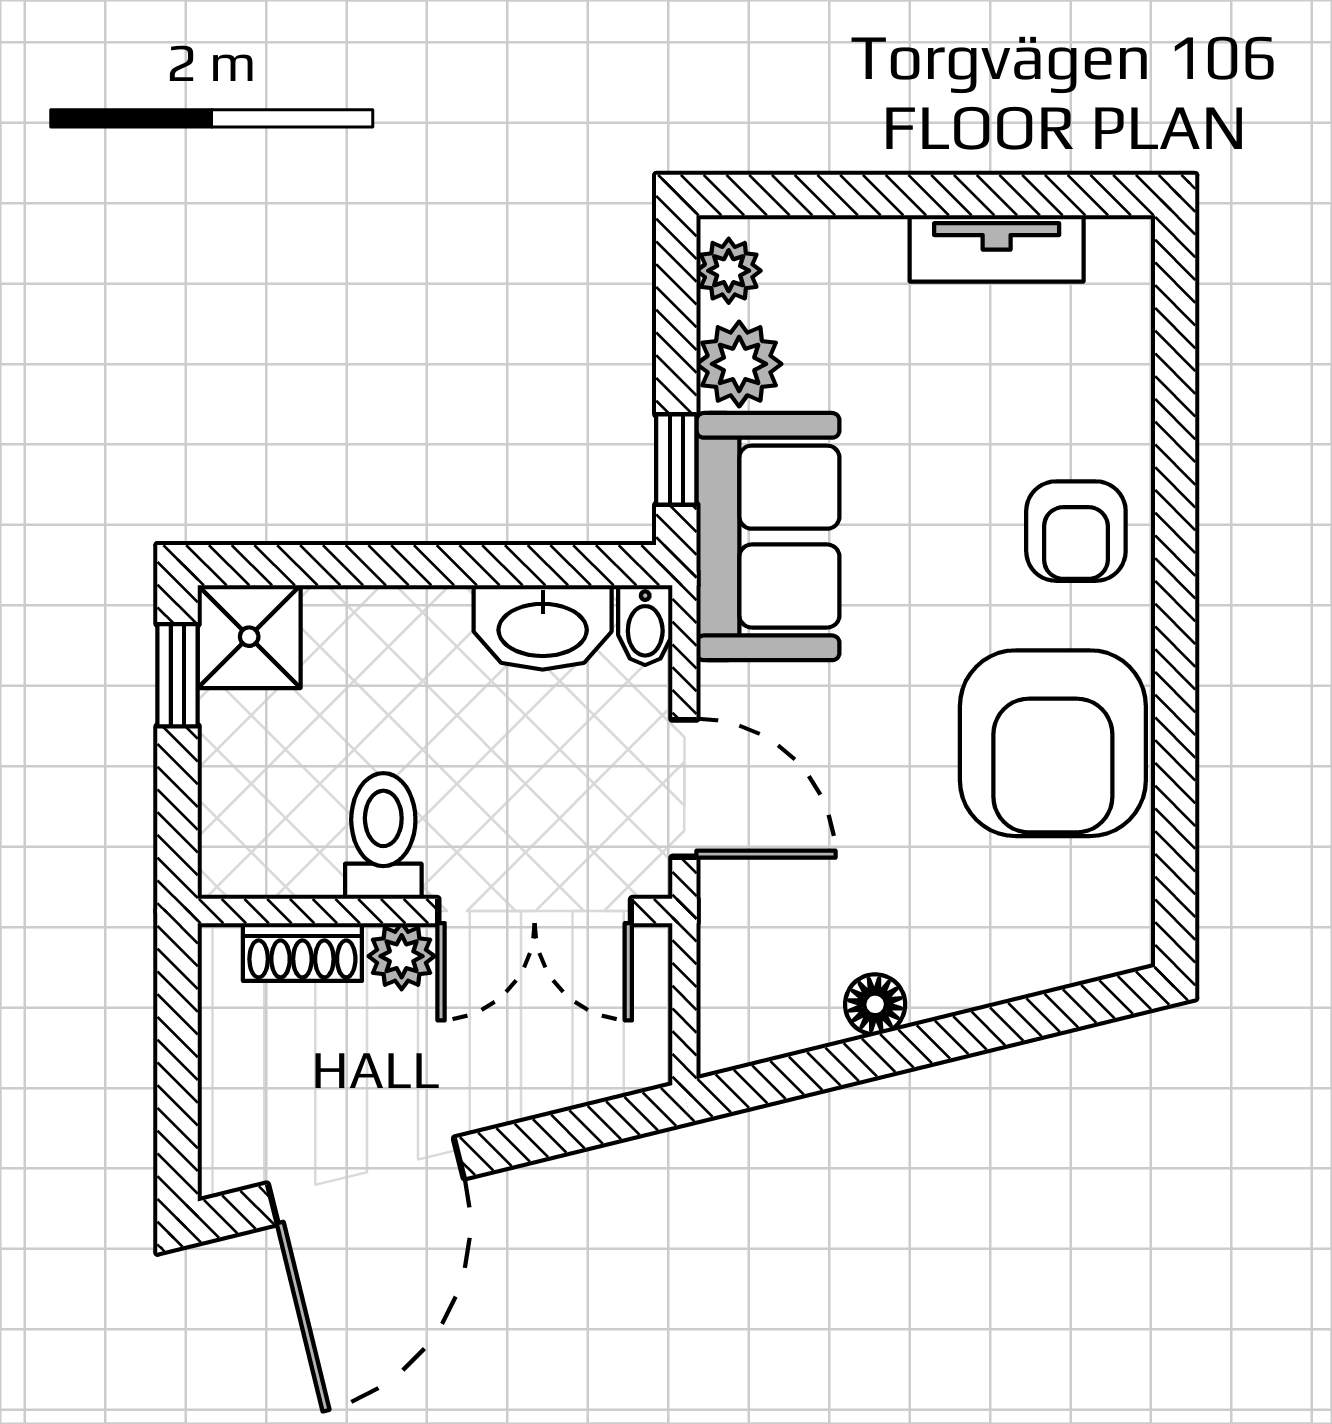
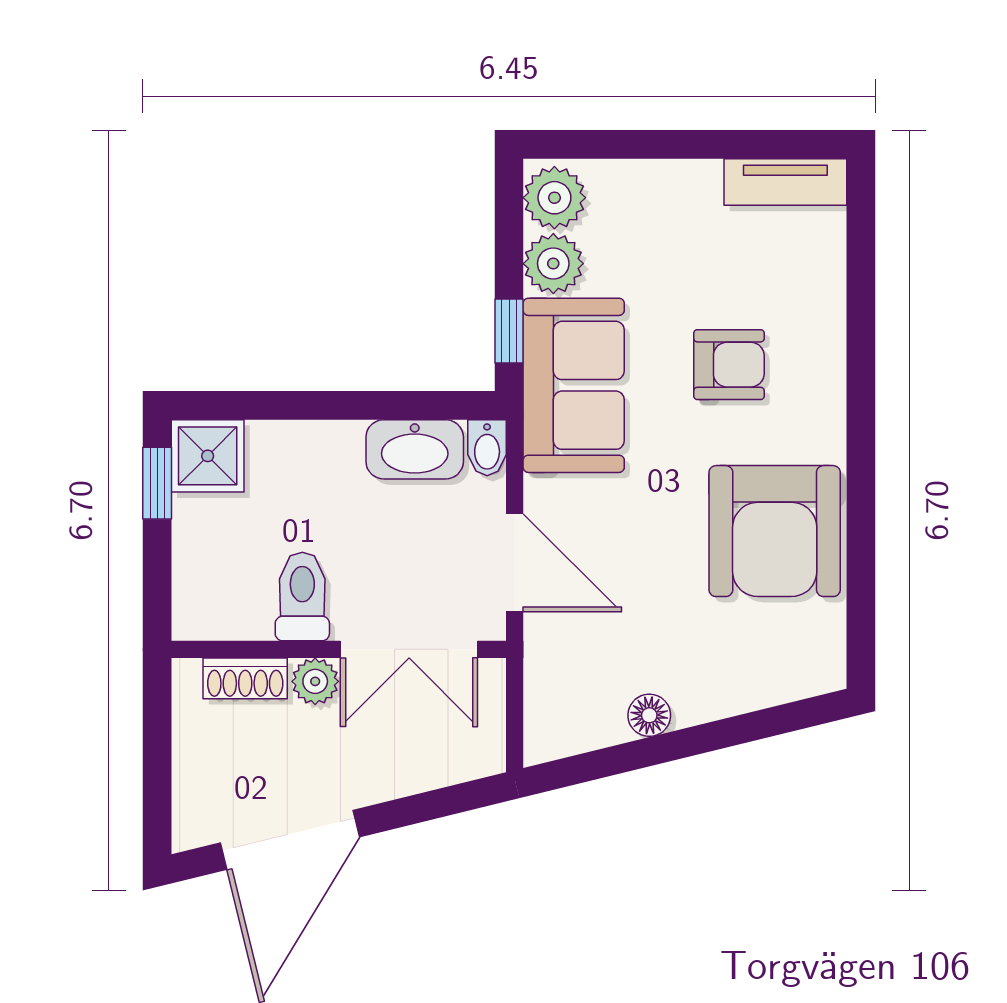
tv unit: (997, 248) -> (785, 182), moved
plant: (729, 271) -> (554, 198), width x1.38, depth x1.38
armchair: (1076, 531) -> (729, 365), moved, turned -90

